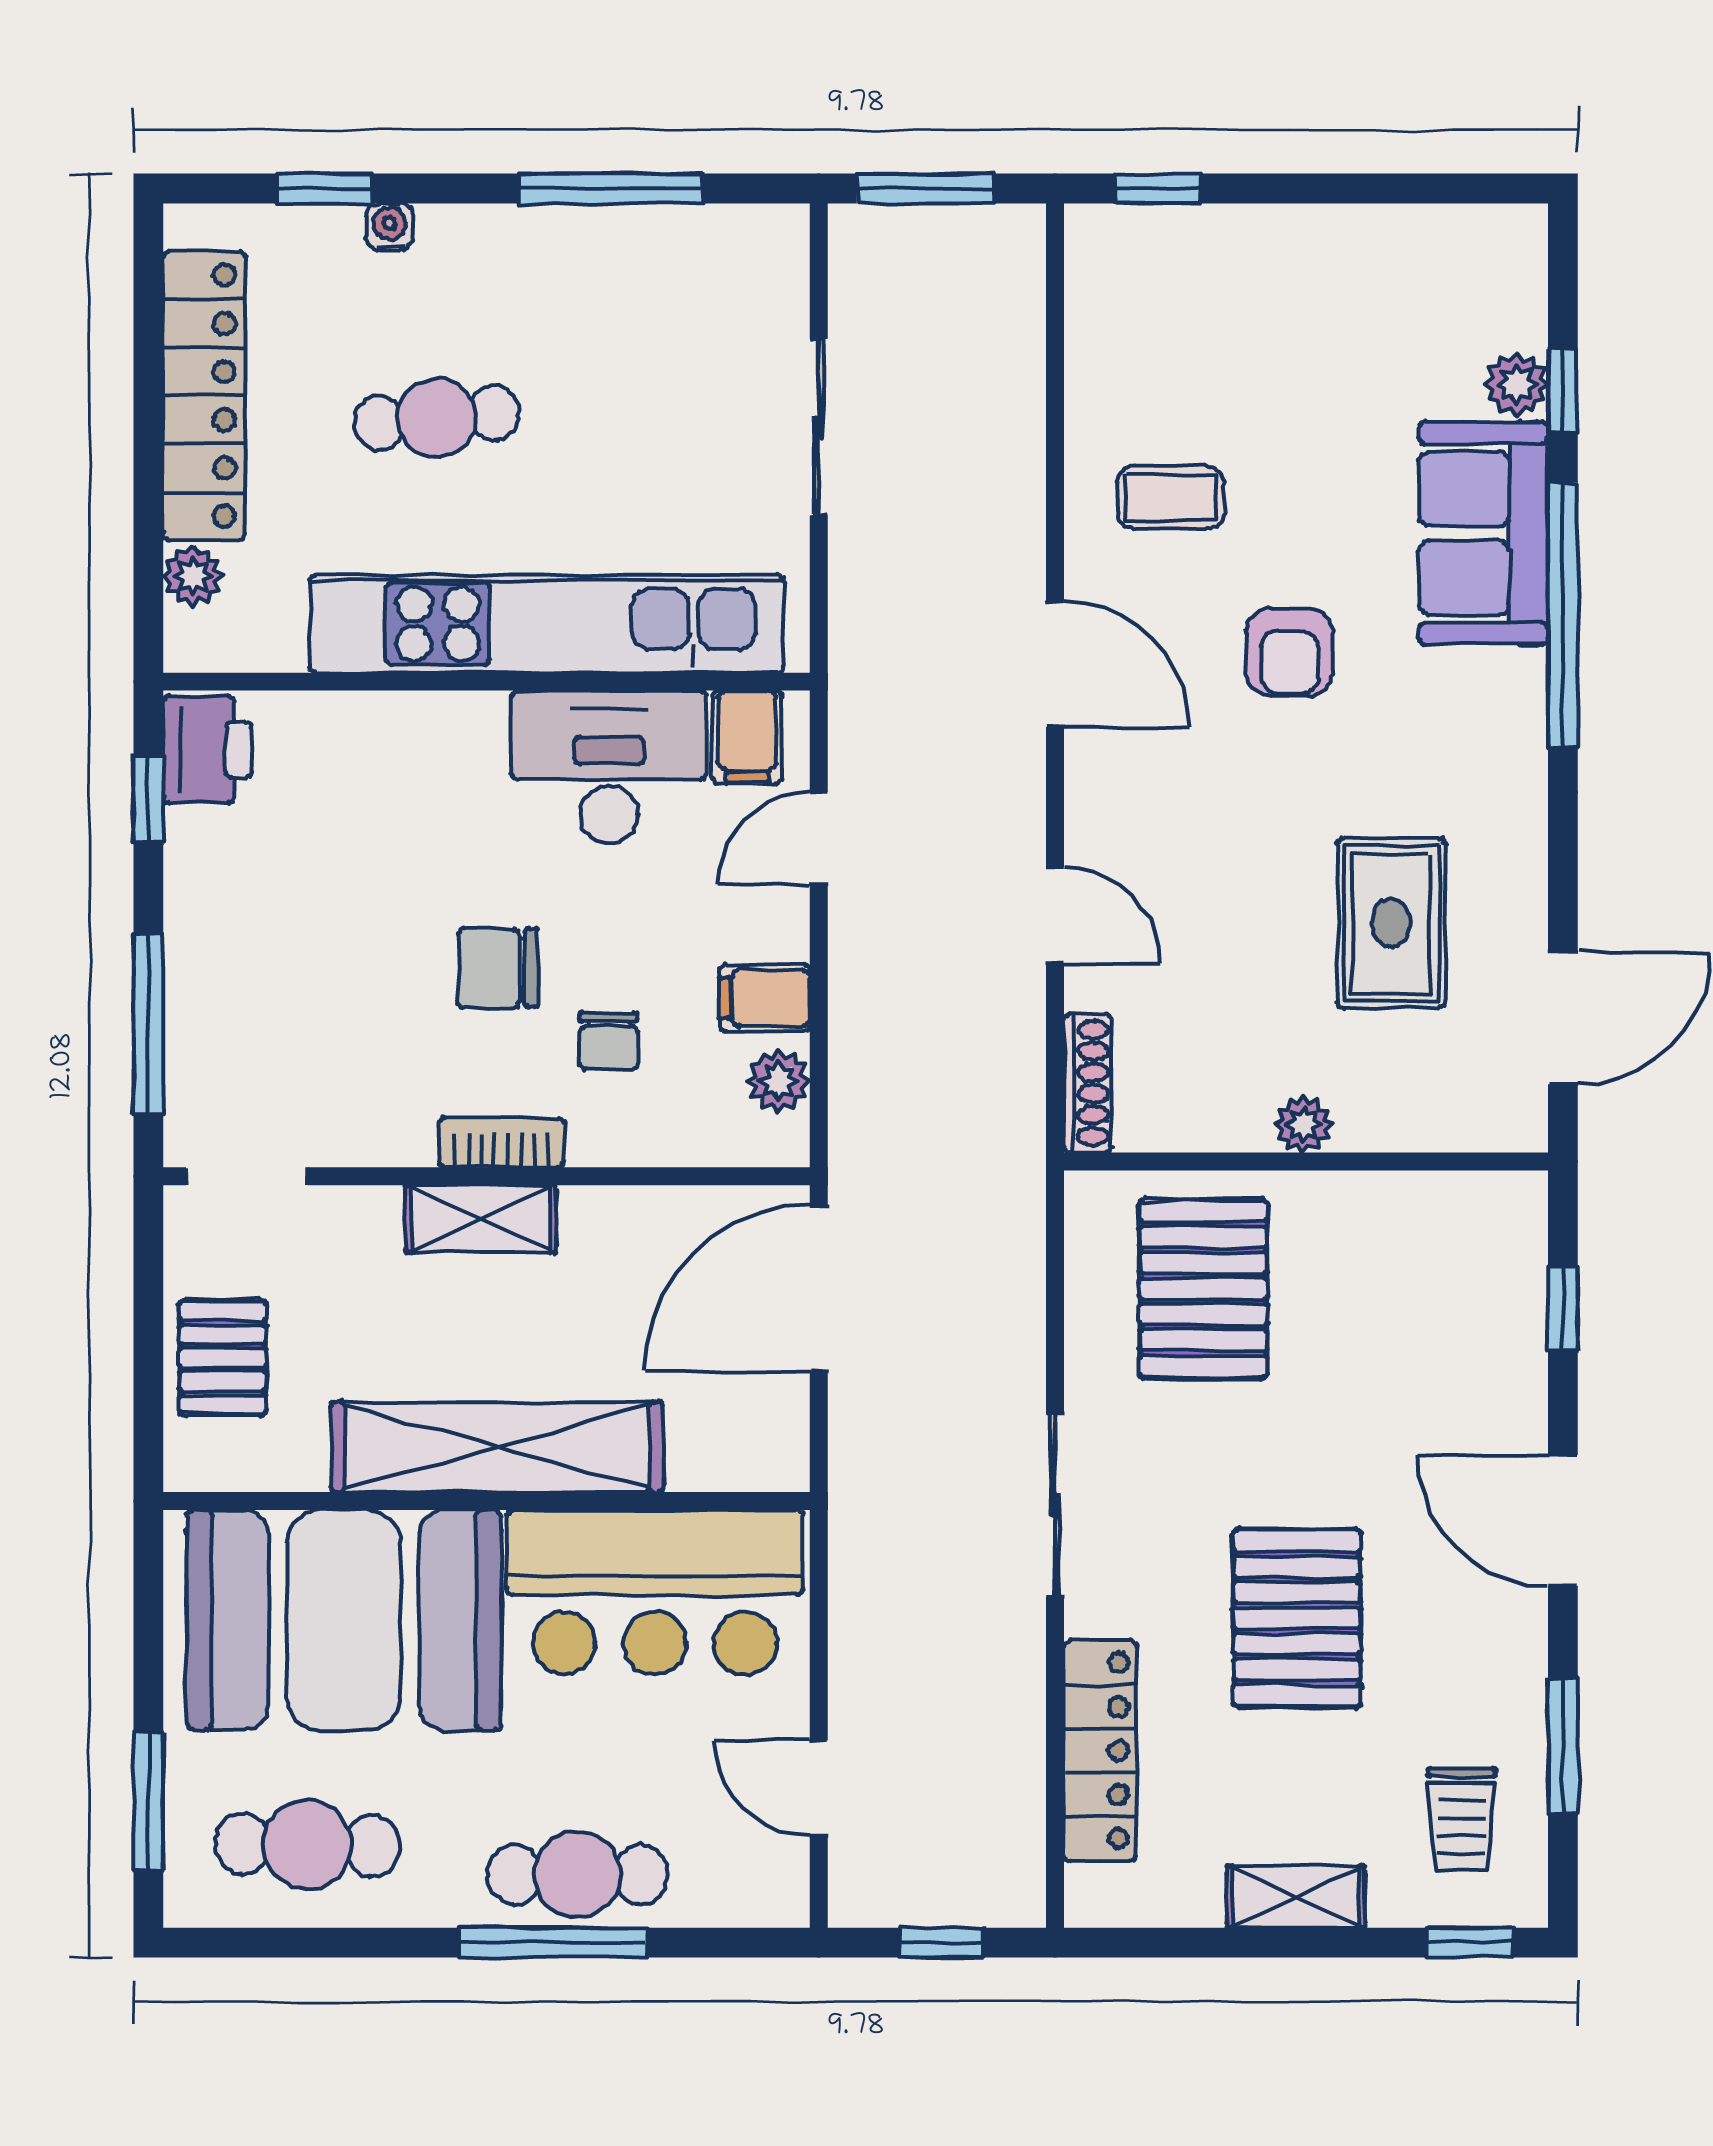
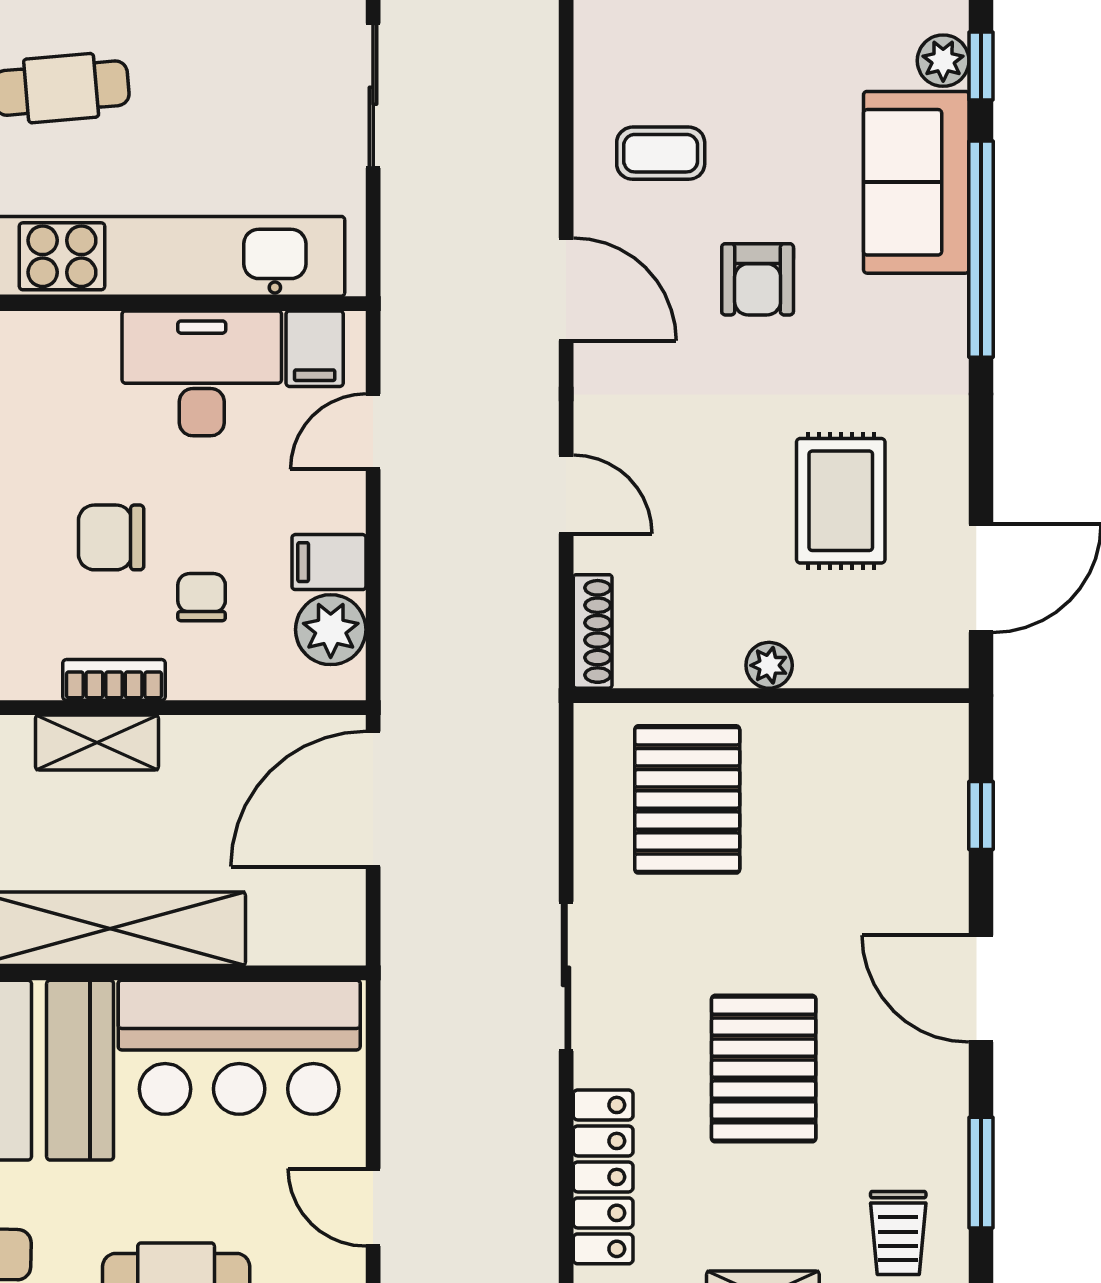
chair: (609, 1041) -> (202, 597), turned 180
plant: (779, 1081) -> (331, 630), width x1.38, depth x1.38

